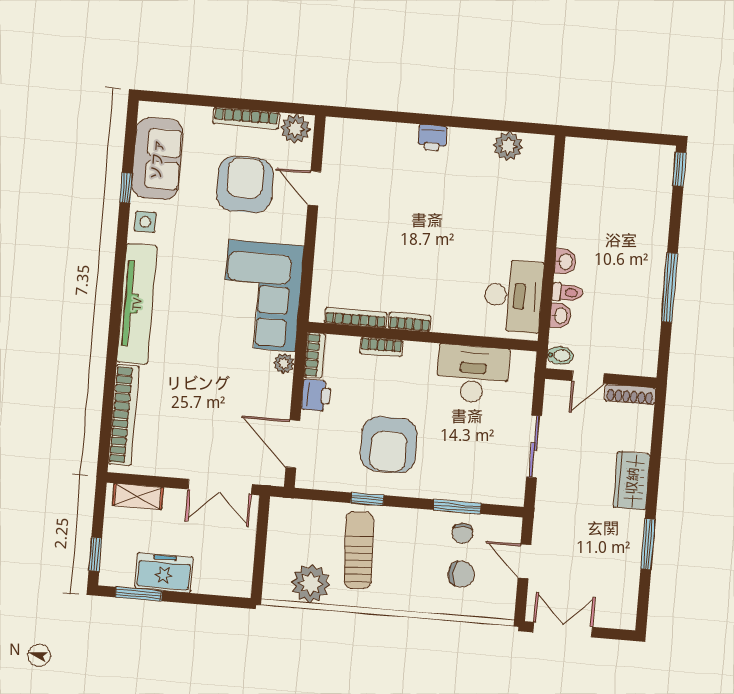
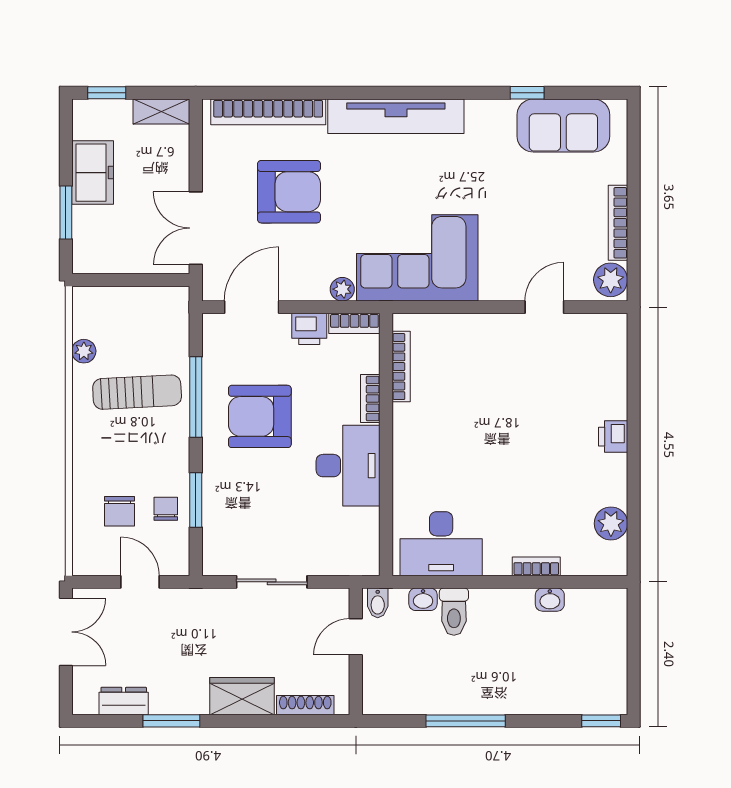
armchair: (245, 185) -> (289, 192), moved
side table: (145, 222) -> (490, 118), removed
washbasin: (565, 262) -> (550, 600), moved
toilet: (567, 293) -> (454, 612), width x1.37, depth x1.39
bookcase: (409, 322) -> (536, 566), moved, turned -90
desk: (473, 374) -> (348, 466), moved
door: (588, 377) -> (356, 637), hinge flipped
shoe rack: (630, 394) -> (305, 705), moved, turned 90
shelving: (138, 496) -> (161, 111), moved, turned 90
window: (367, 499) -> (196, 397), width x2.17
chair: (462, 533) -> (166, 509), turned 90
door: (524, 561) -> (140, 582), hinge flipped
plant: (311, 584) -> (84, 351), width x0.53, depth x0.53
dresser: (627, 584) -> (124, 701), added
window: (139, 594) -> (66, 213), moved

